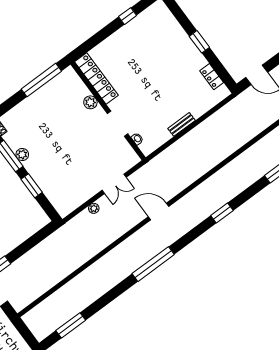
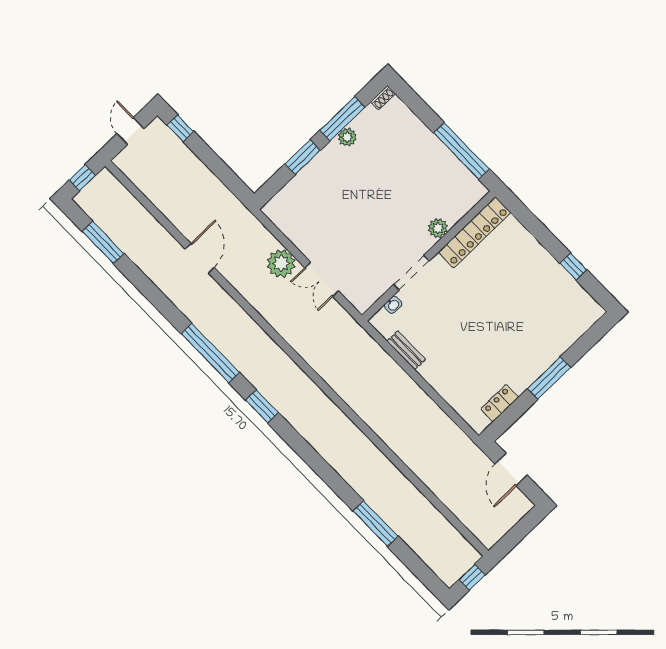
window: (199, 42) -> (549, 378), width x1.44
bench: (182, 124) -> (406, 350), moved
plant: (94, 208) -> (281, 263), width x1.88, depth x1.88
door: (159, 212) -> (200, 258), moved
window: (222, 213) -> (262, 406), moved
window: (26, 333) -> (82, 178), added

